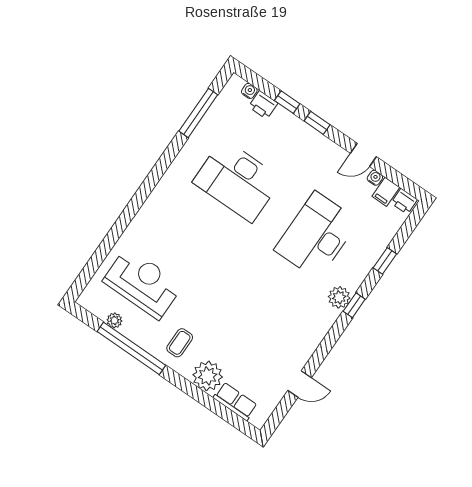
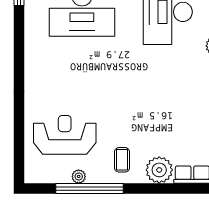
plant: (114, 320) -> (79, 176), moved

